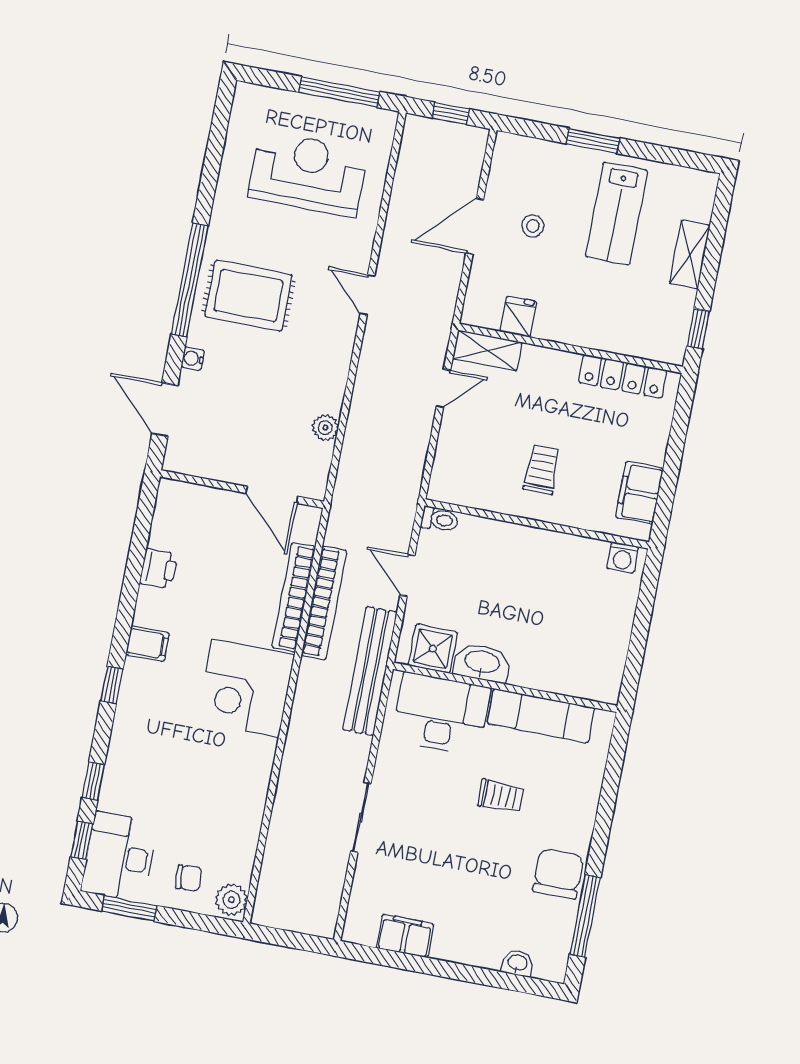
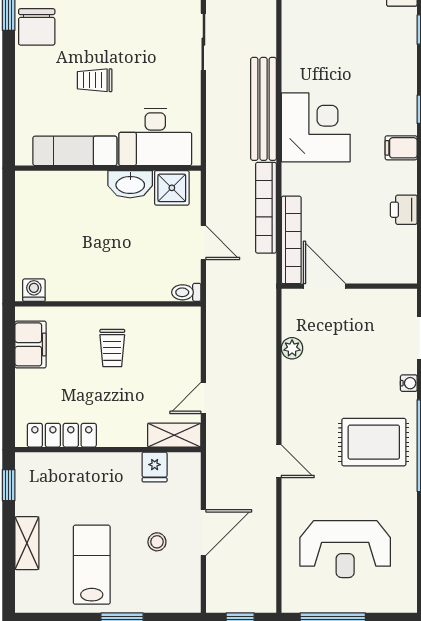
bookcase: (294, 597) -> (291, 240), moved
bench: (370, 671) -> (264, 109), moved

